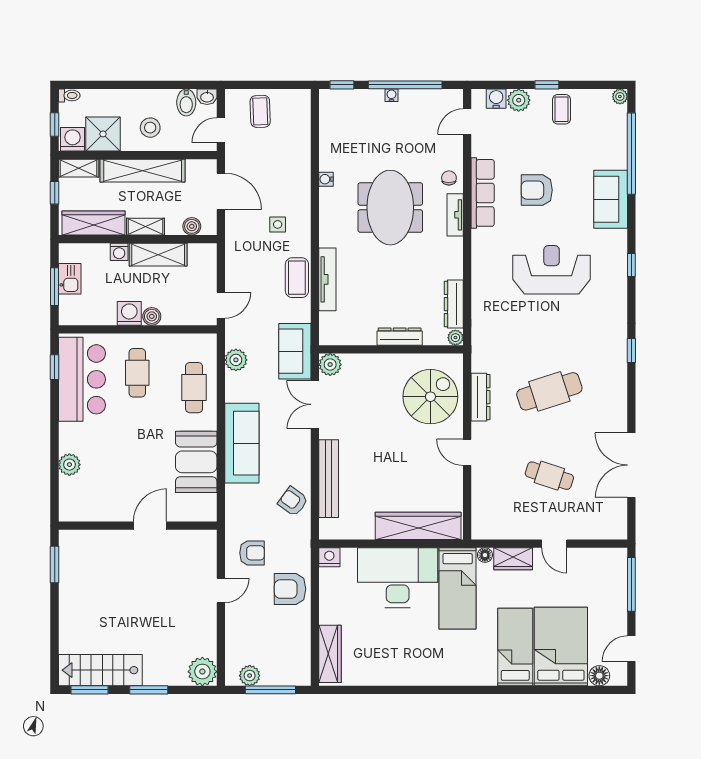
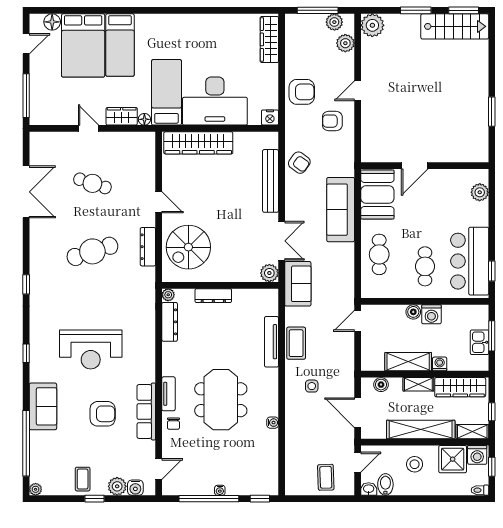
plant: (236, 360) -> (345, 43), moved
wall: (138, 526) -> (425, 166), moved
door: (150, 526) -> (415, 166), moved

